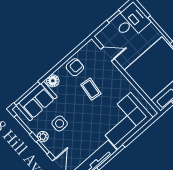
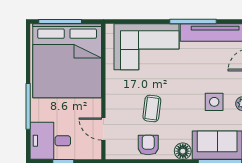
armchair: (75, 67) -> (148, 145), turned 90

